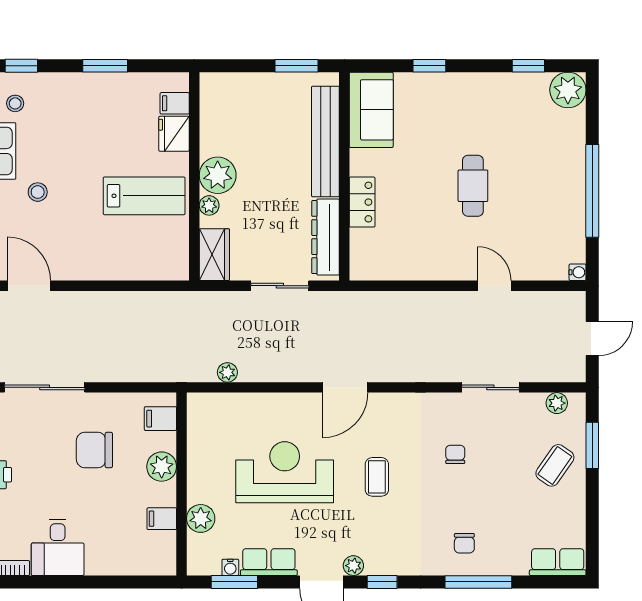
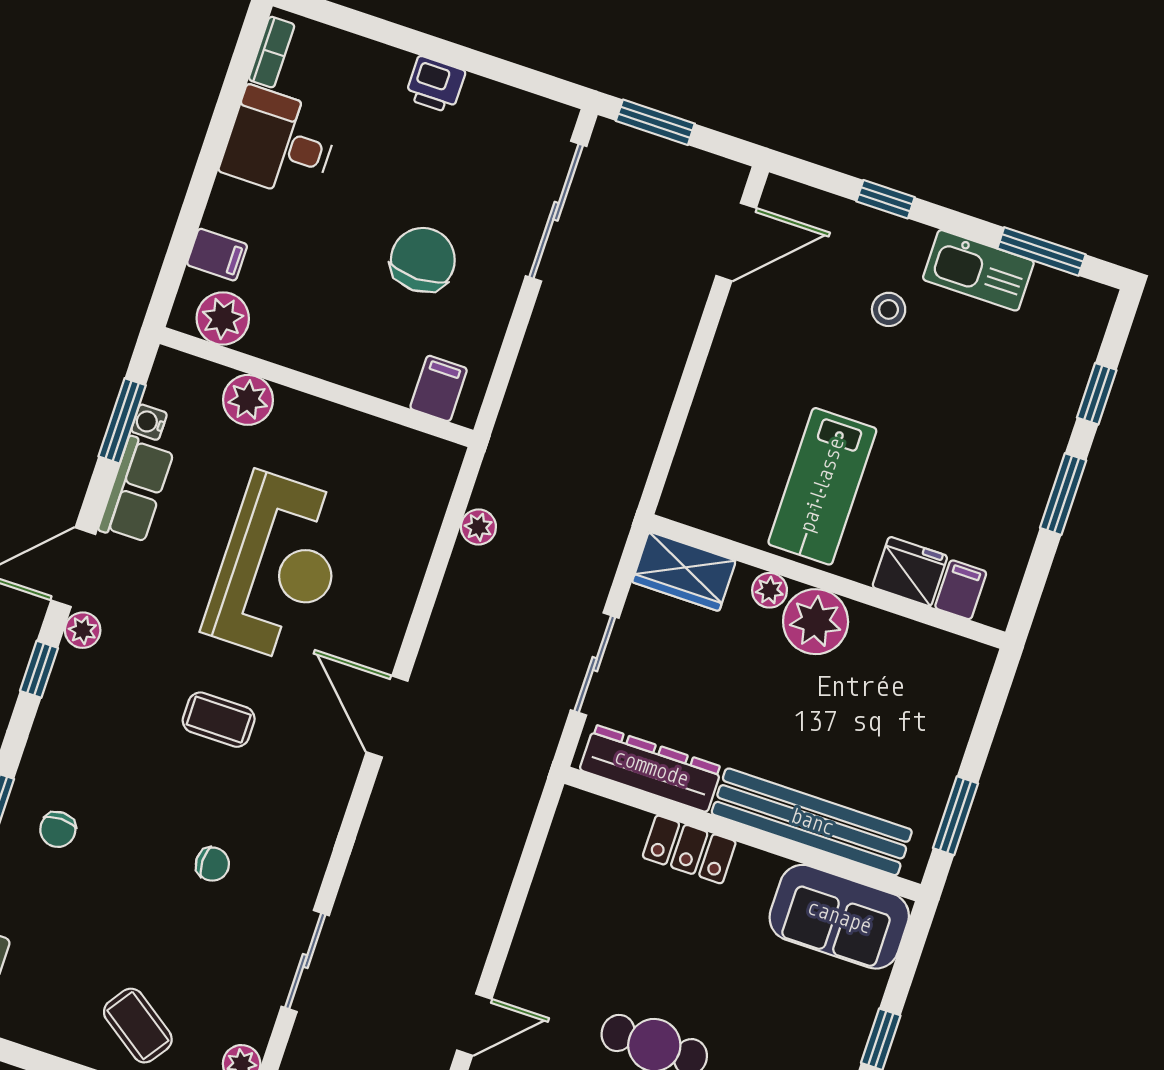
window: (21, 66) -> (1097, 394), moved
stool: (15, 103) -> (1050, 321), removed
plant: (162, 467) -> (223, 318), moved
filing cabinet: (162, 519) -> (217, 255), moved, turned 90
chair: (464, 543) -> (58, 829), turned -90

